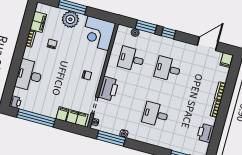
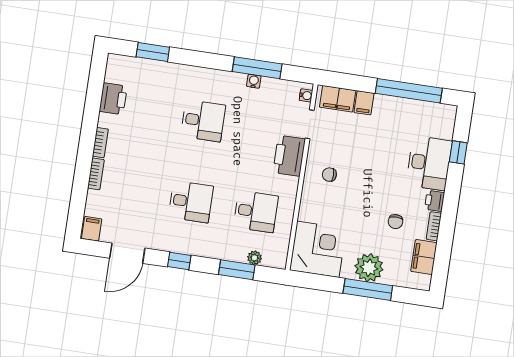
window: (169, 33) -> (179, 261), moved
window: (12, 79) -> (458, 152), added
printer: (15, 102) -> (435, 201), moved
window: (111, 138) -> (257, 68), moved

